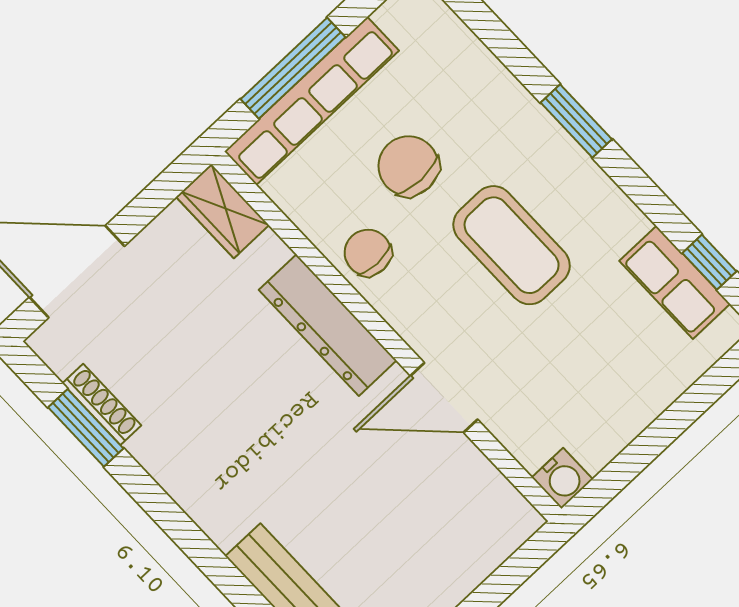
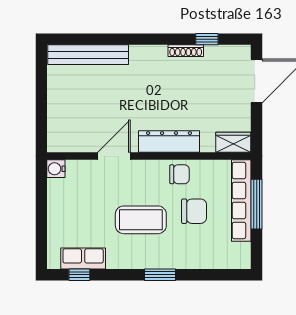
shoe rack: (102, 404) -> (186, 51), moved
window: (86, 428) -> (207, 39), width x0.67

